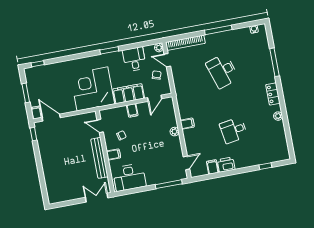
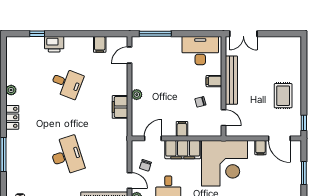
filing cabinet: (36, 113) -> (260, 148), moved
filing cabinet: (187, 124) -> (120, 107), width x2.00
desk: (234, 130) -> (67, 83), turned 30
rug: (55, 153) -> (283, 96), added
printer: (226, 165) -> (54, 44), moved

